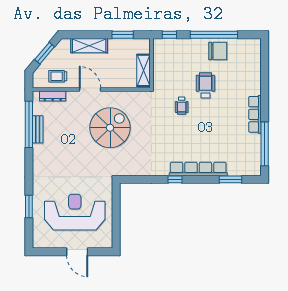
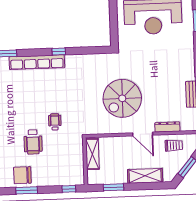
window: (214, 35) -> (27, 190), width x0.47
dresser: (53, 96) -> (167, 127), moved

